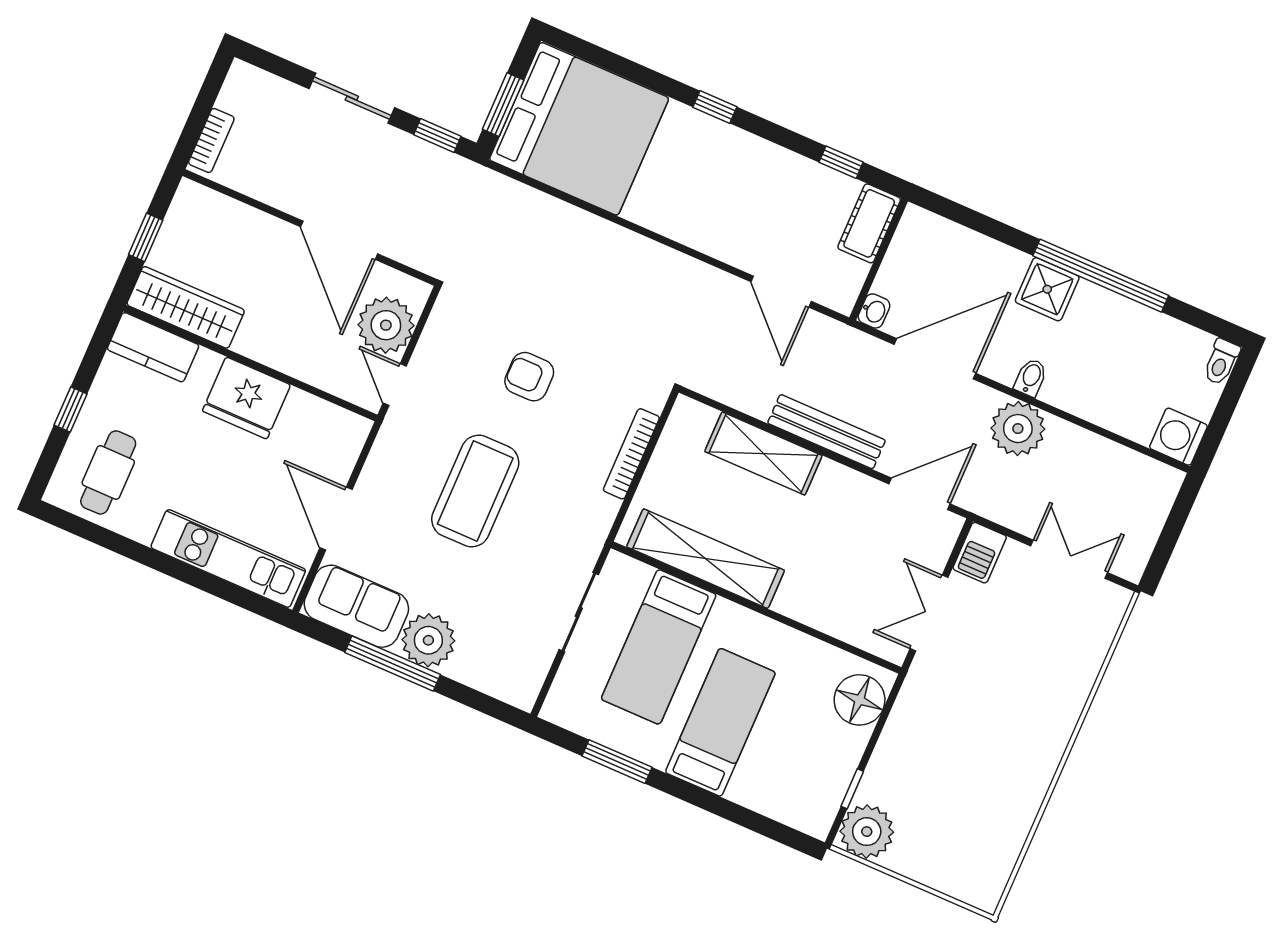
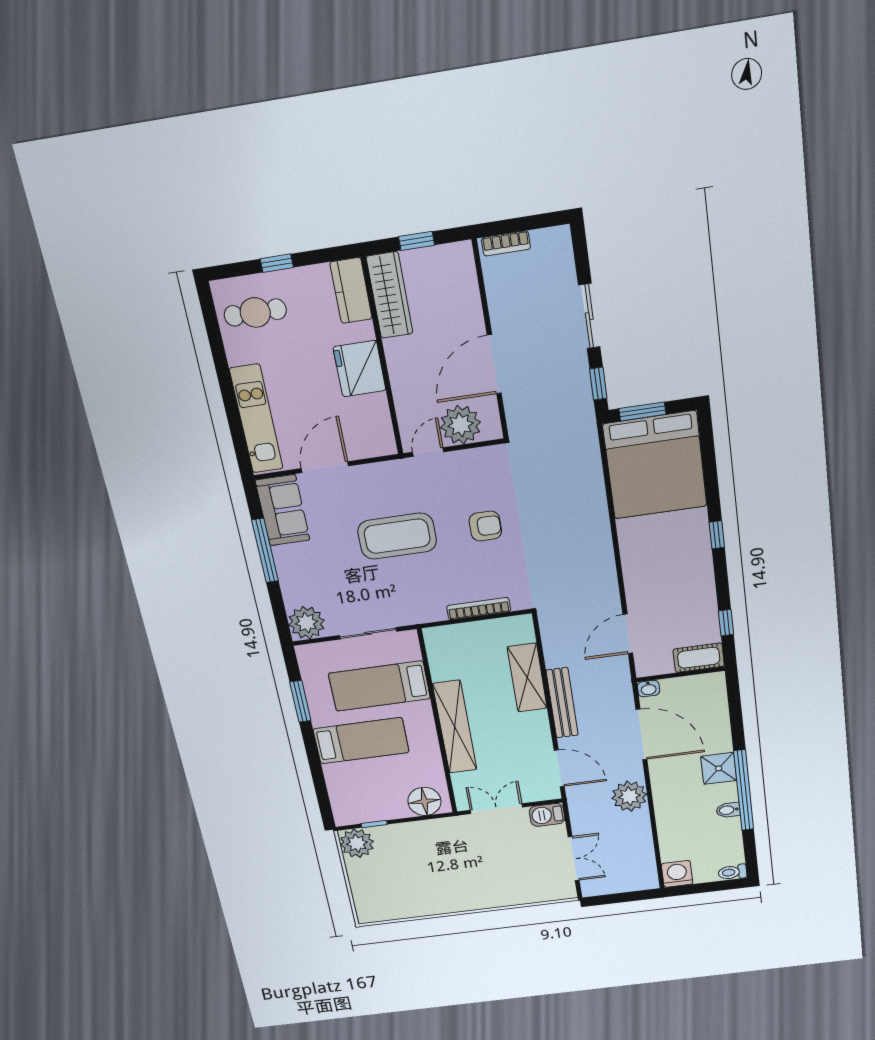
armchair: (529, 377) -> (485, 526), turned 90
bidet: (1031, 377) -> (728, 810), moved, turned 180
shelving: (706, 559) -> (455, 727), moved
plant: (428, 640) -> (307, 623), moved

